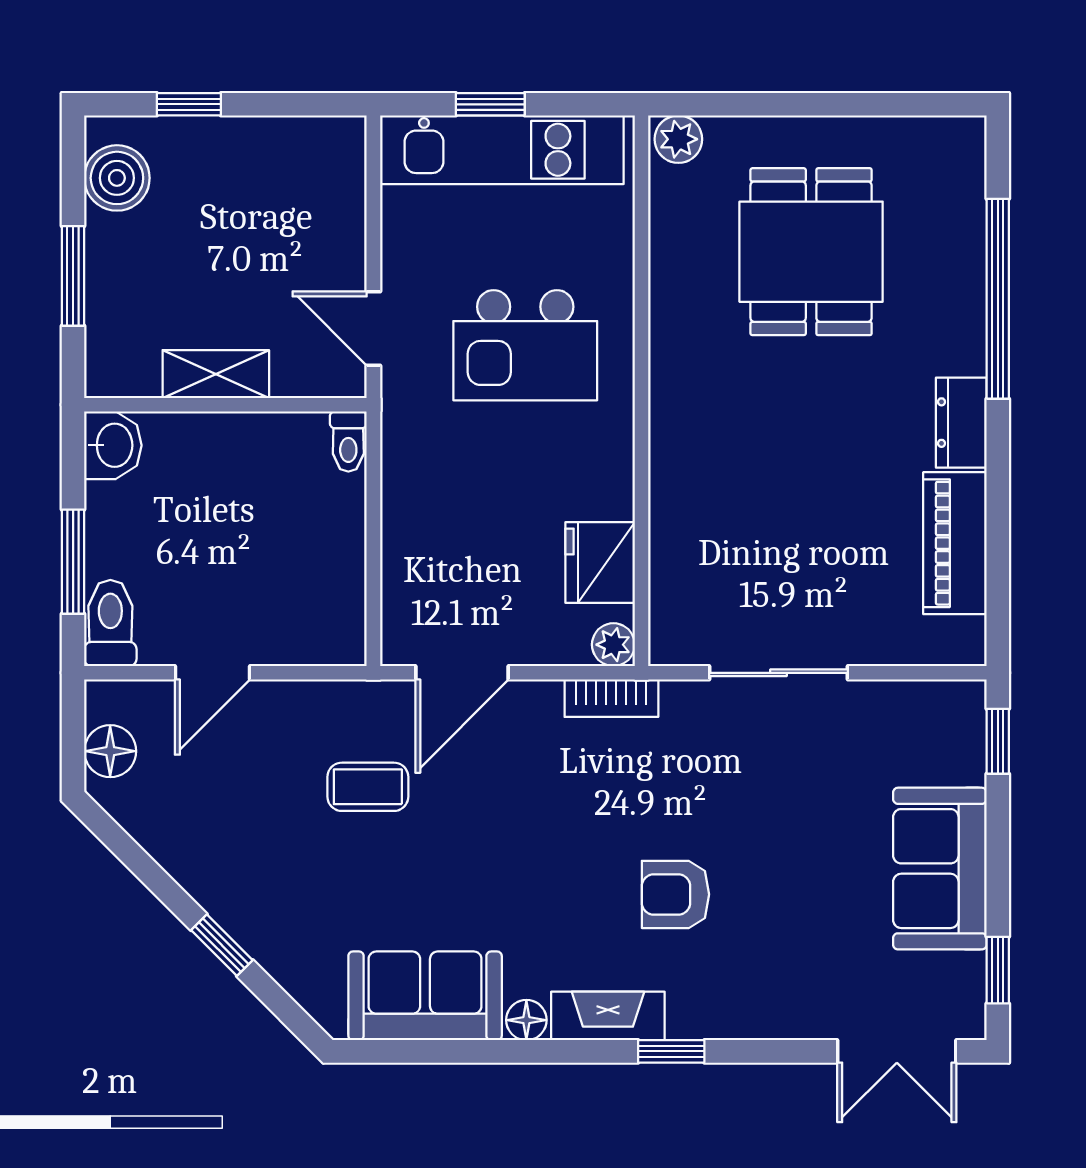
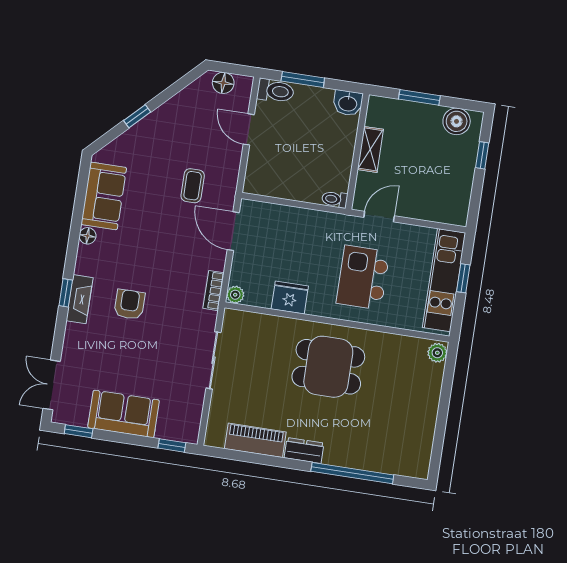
dining table: (811, 252) -> (328, 367), moved
fridge: (600, 562) -> (290, 297), moved
fireplace: (608, 1016) -> (80, 299), moved

